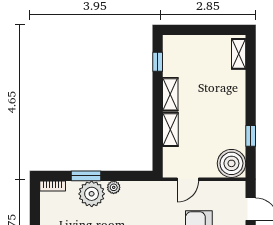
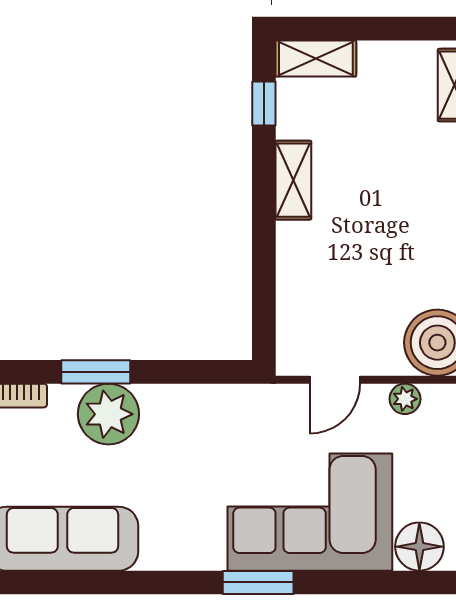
shelving: (170, 130) -> (316, 58), moved, turned 90
plant: (114, 187) -> (405, 399), moved

